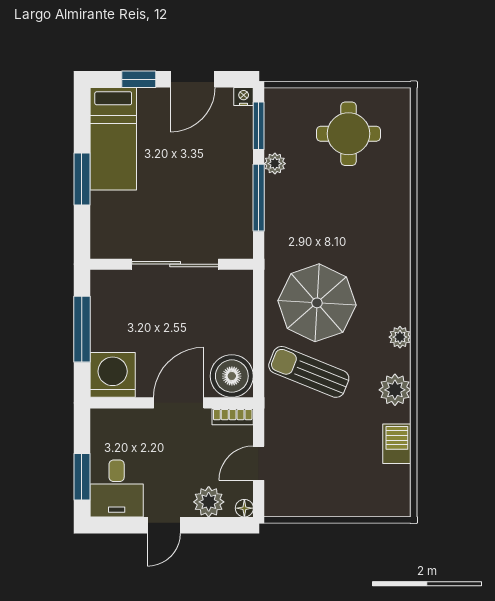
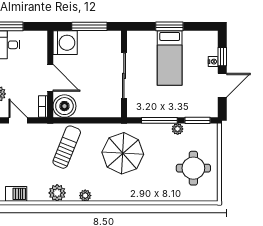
door: (193, 79) -> (222, 85), swing flipped
nightstand: (244, 97) -> (213, 62), moved
bed: (113, 139) -> (170, 58), moved, turned -90
parasol: (317, 303) -> (123, 153), moved
barbecue: (397, 444) -> (16, 194), moved

